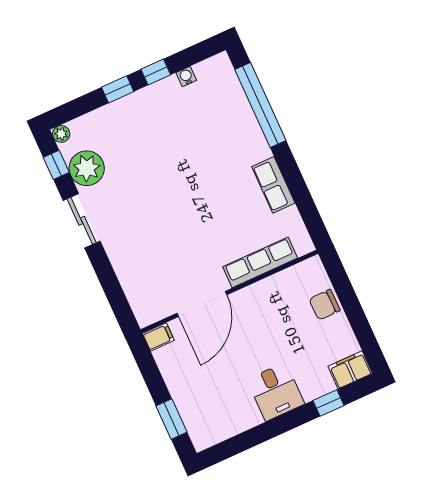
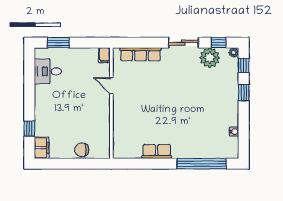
window: (156, 72) -> (244, 65), moved
row of seats: (260, 262) -> (140, 54), moved, turned 90
door: (202, 304) -> (111, 86), width x0.53
chair: (325, 305) -> (82, 150), turned -89
desk: (276, 392) -> (48, 71), moved

